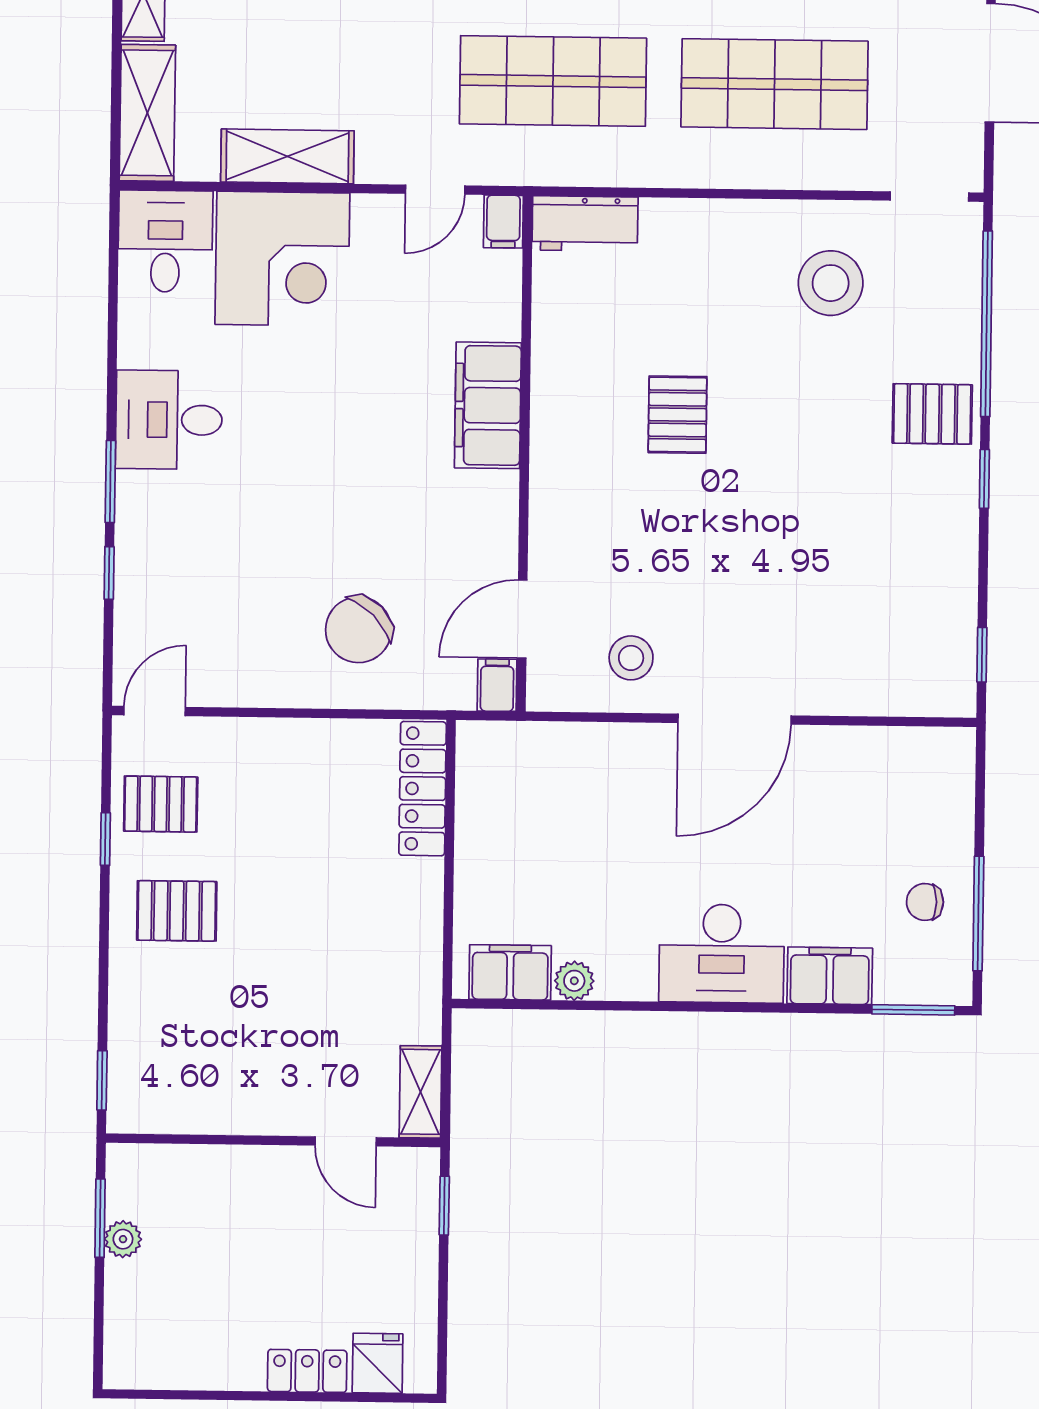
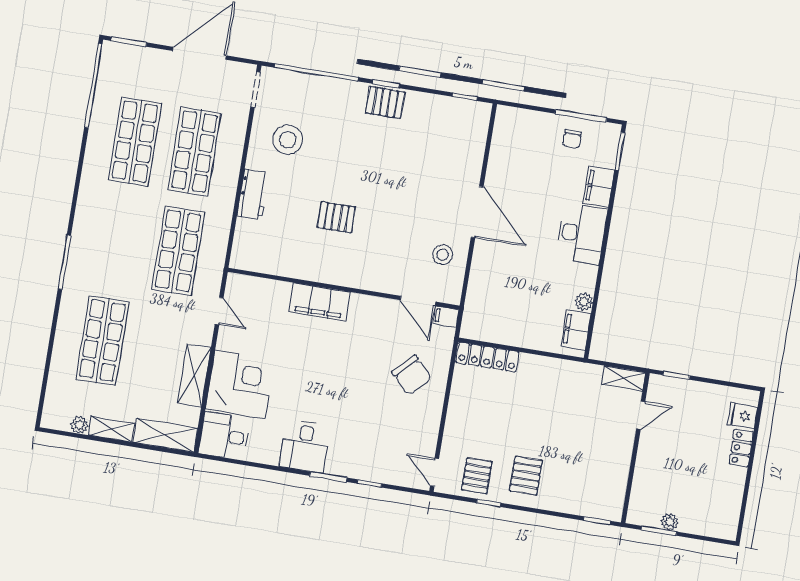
filing cabinet: (503, 222) -> (238, 283), removed
workbench: (585, 224) -> (253, 194), moved
pallet: (932, 414) -> (385, 102), moved, turned 90

